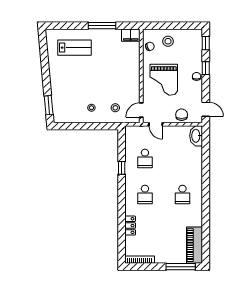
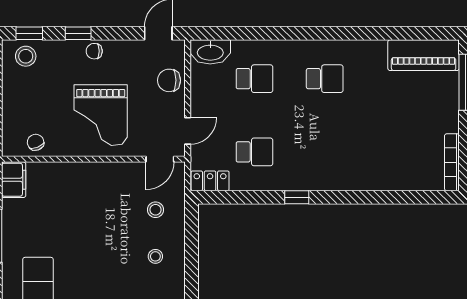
stool: (168, 41) -> (26, 56), moved
grand piano: (164, 80) -> (101, 115), turned 90
door: (141, 110) -> (160, 159), hinge flipped
window: (122, 168) -> (297, 197), moved
school desk: (145, 194) -> (254, 79), moved
locker: (130, 226) -> (210, 181), moved

